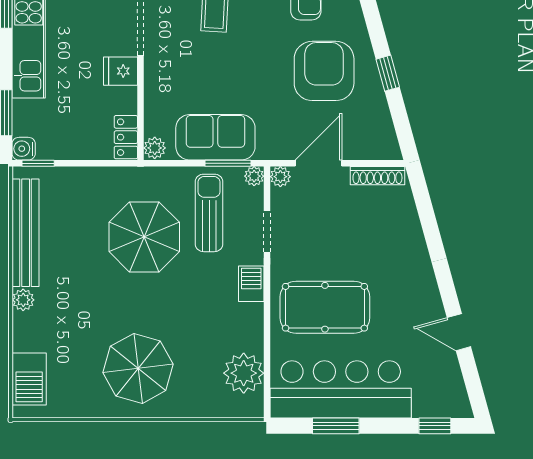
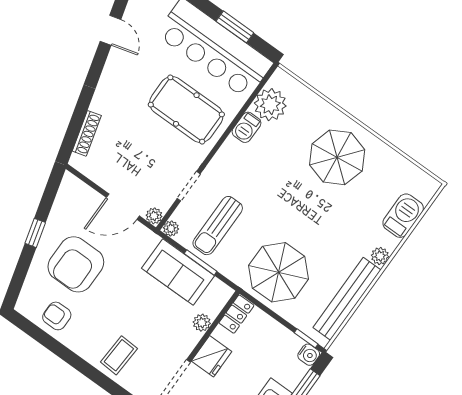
fridge: (121, 71) -> (211, 356), width x1.38
plant: (155, 148) -> (202, 323), moved
window: (228, 163) -> (201, 262), moved
shoe rack: (377, 176) -> (87, 133), moved, turned 75
parasol: (144, 237) -> (279, 272), moved
barbecue: (251, 284) -> (247, 127), moved
barbecue: (29, 379) -> (403, 216), moved

